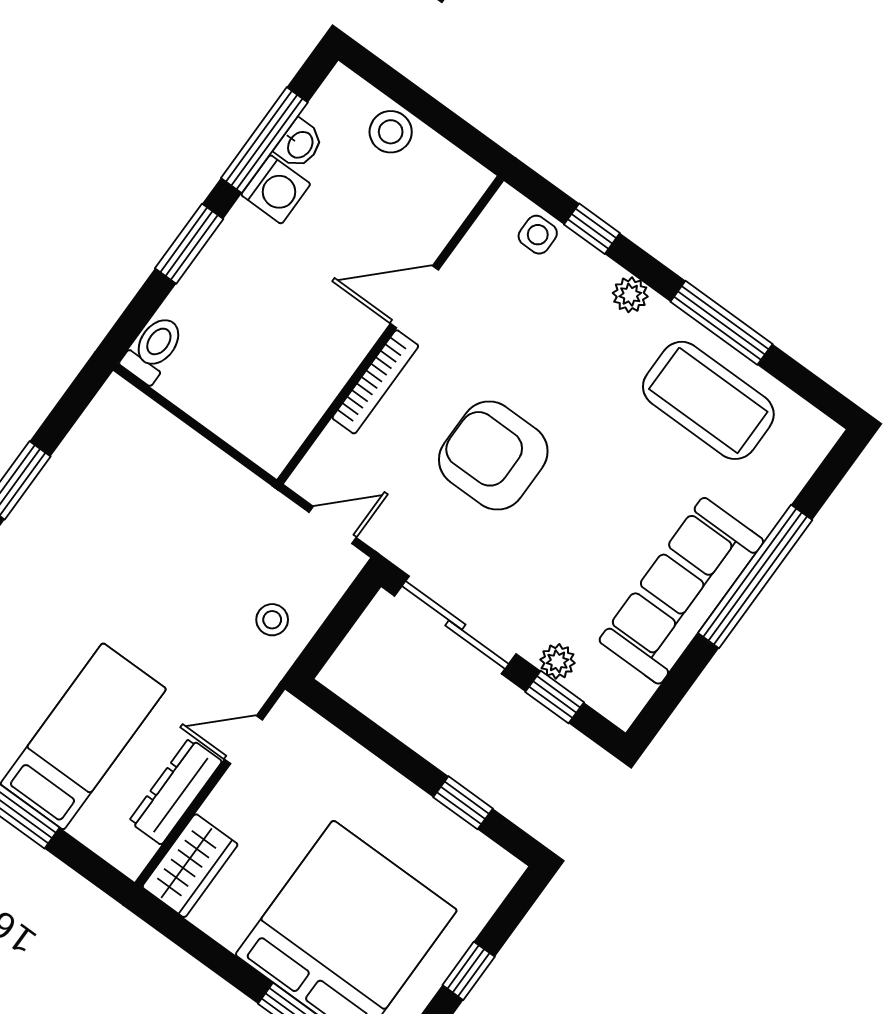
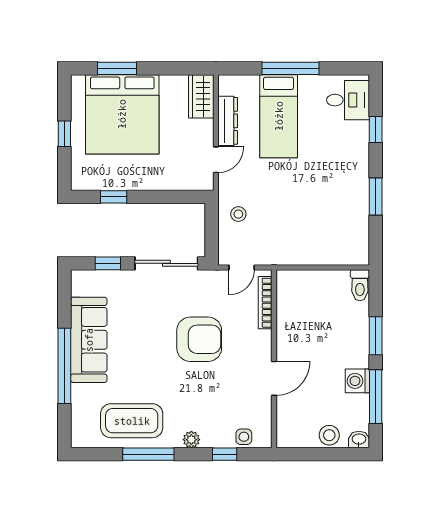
washbasin: (299, 144) -> (359, 440), moved, turned 90
bookcase: (375, 382) -> (265, 303), moved
plant: (558, 661) -> (117, 278), removed

